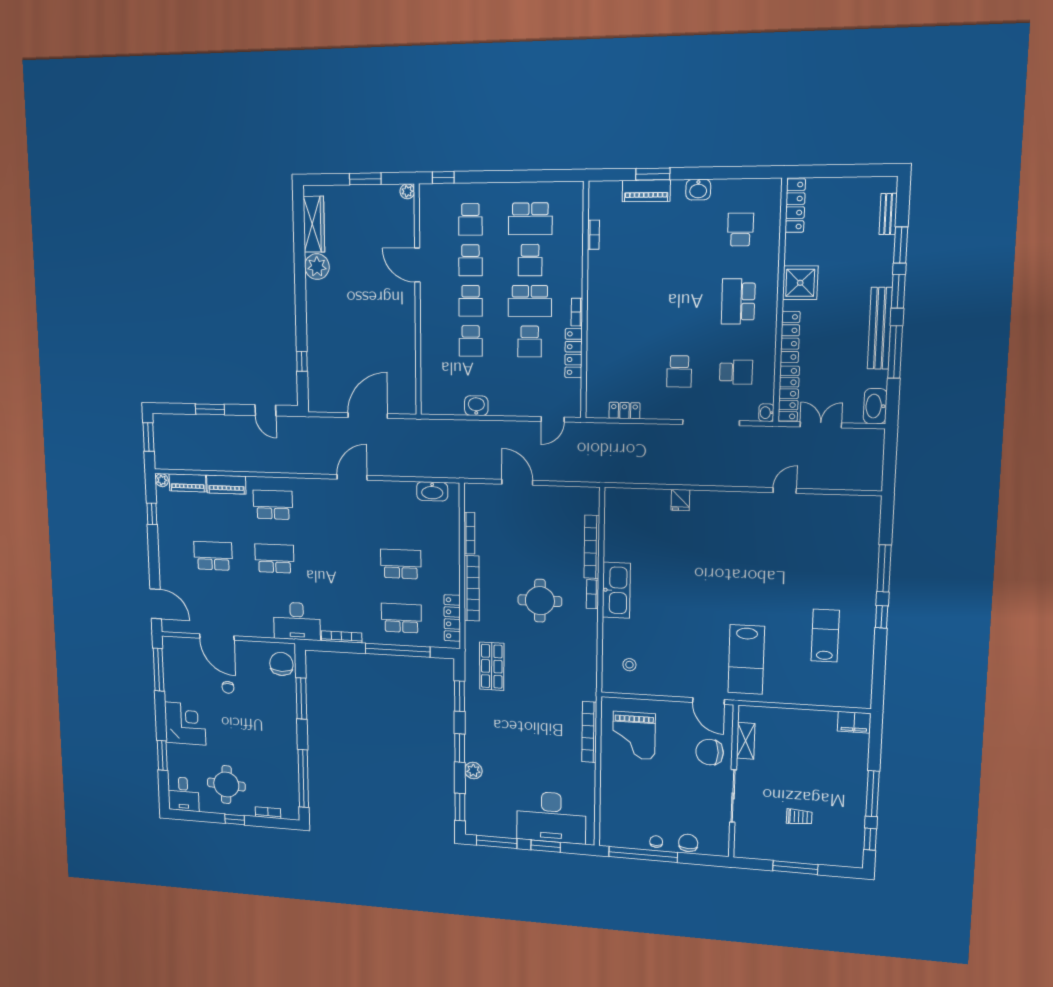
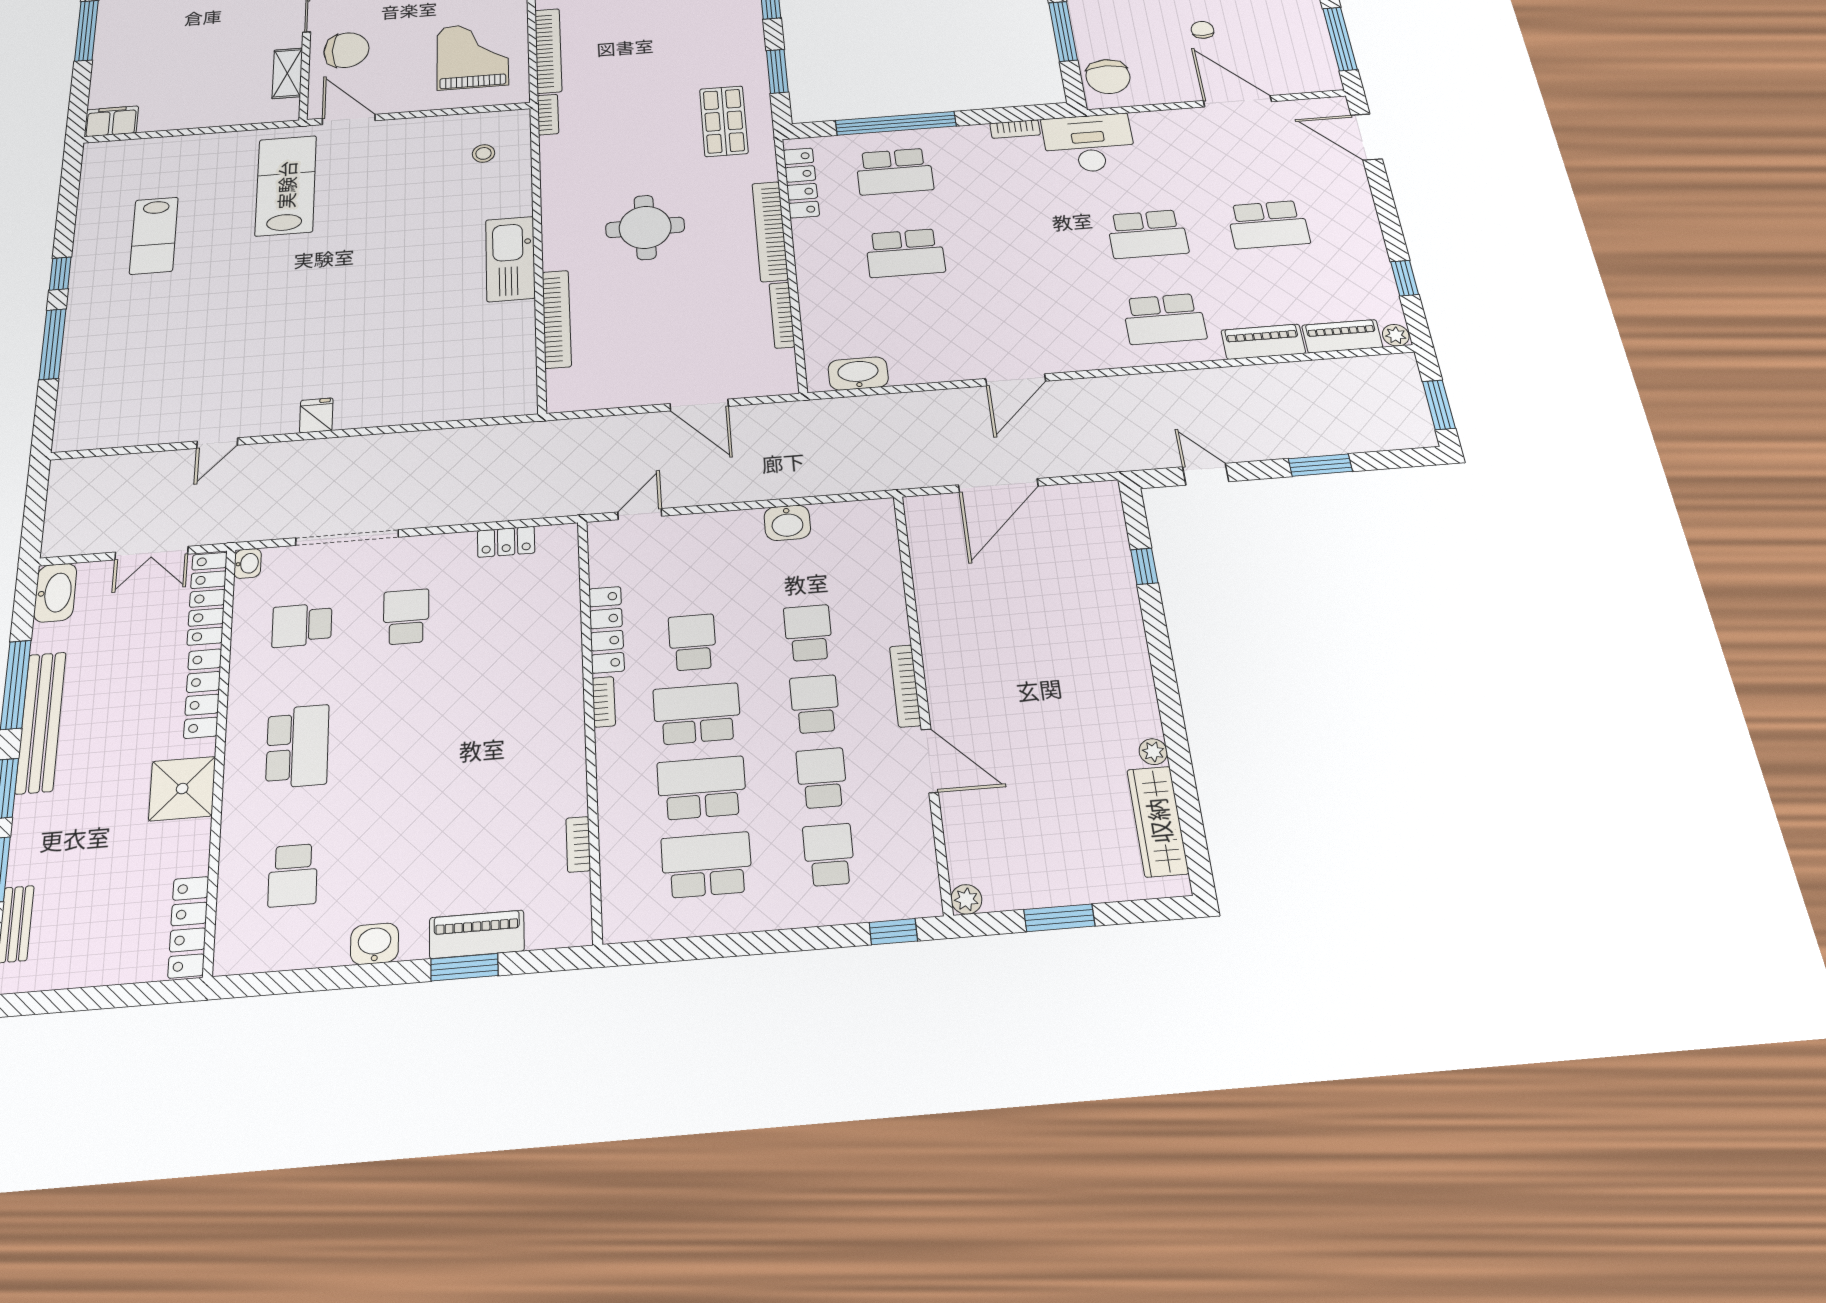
school desk: (530, 260) -> (702, 788), width x1.85
plant: (317, 267) -> (1153, 752), width x0.53, depth x0.53
bookcase: (425, 307) -> (905, 686), added
fridge: (680, 500) -> (316, 415), moved
bookcase: (592, 594) -> (548, 115), moved
bookcase: (342, 637) -> (1015, 129), width x0.64

